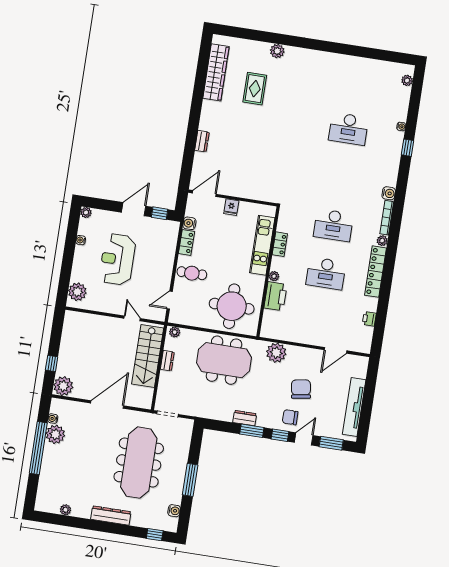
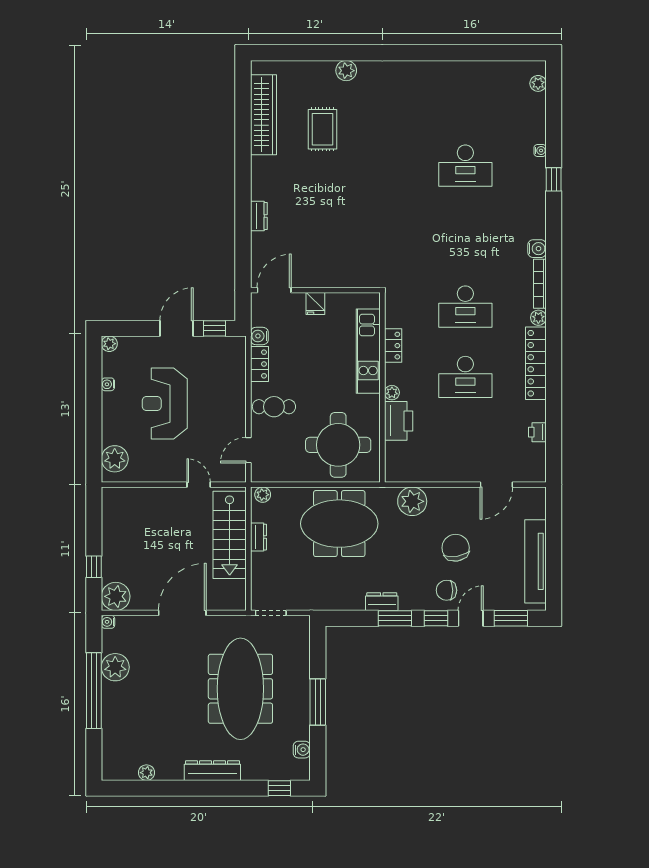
water cooler: (53, 419) -> (108, 622), moved

